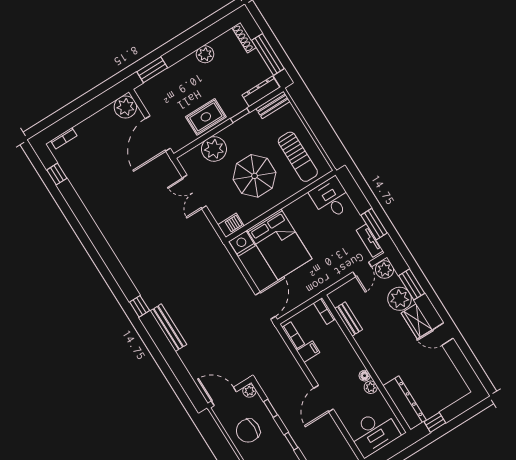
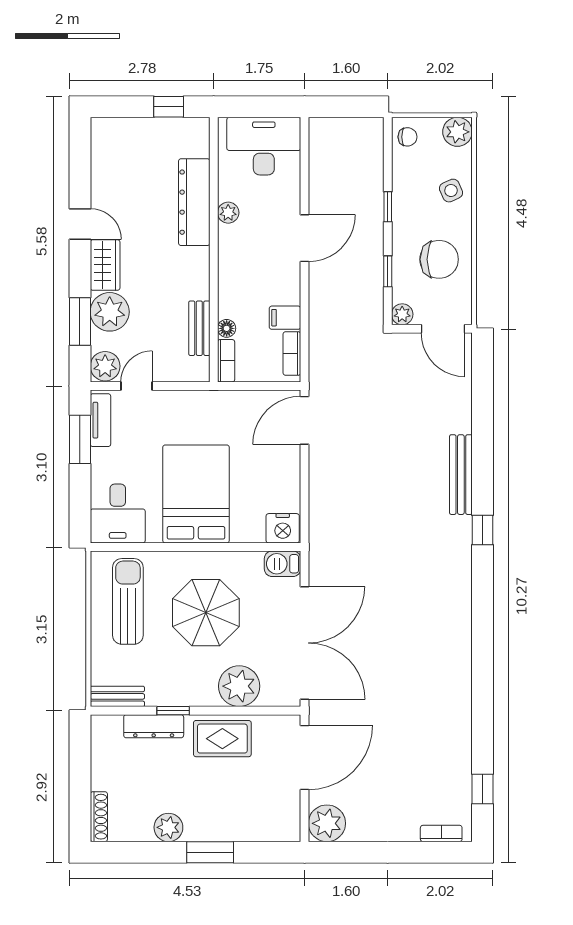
window: (268, 54) -> (80, 772), removed
window: (152, 70) -> (210, 852), moved
dresser: (261, 91) -> (154, 726), moved
double door: (194, 192) -> (305, 643), width x1.87
bed: (280, 244) -> (196, 494), moved
floor lamp: (365, 376) -> (227, 328), moved
dresser: (405, 403) -> (194, 202), moved

